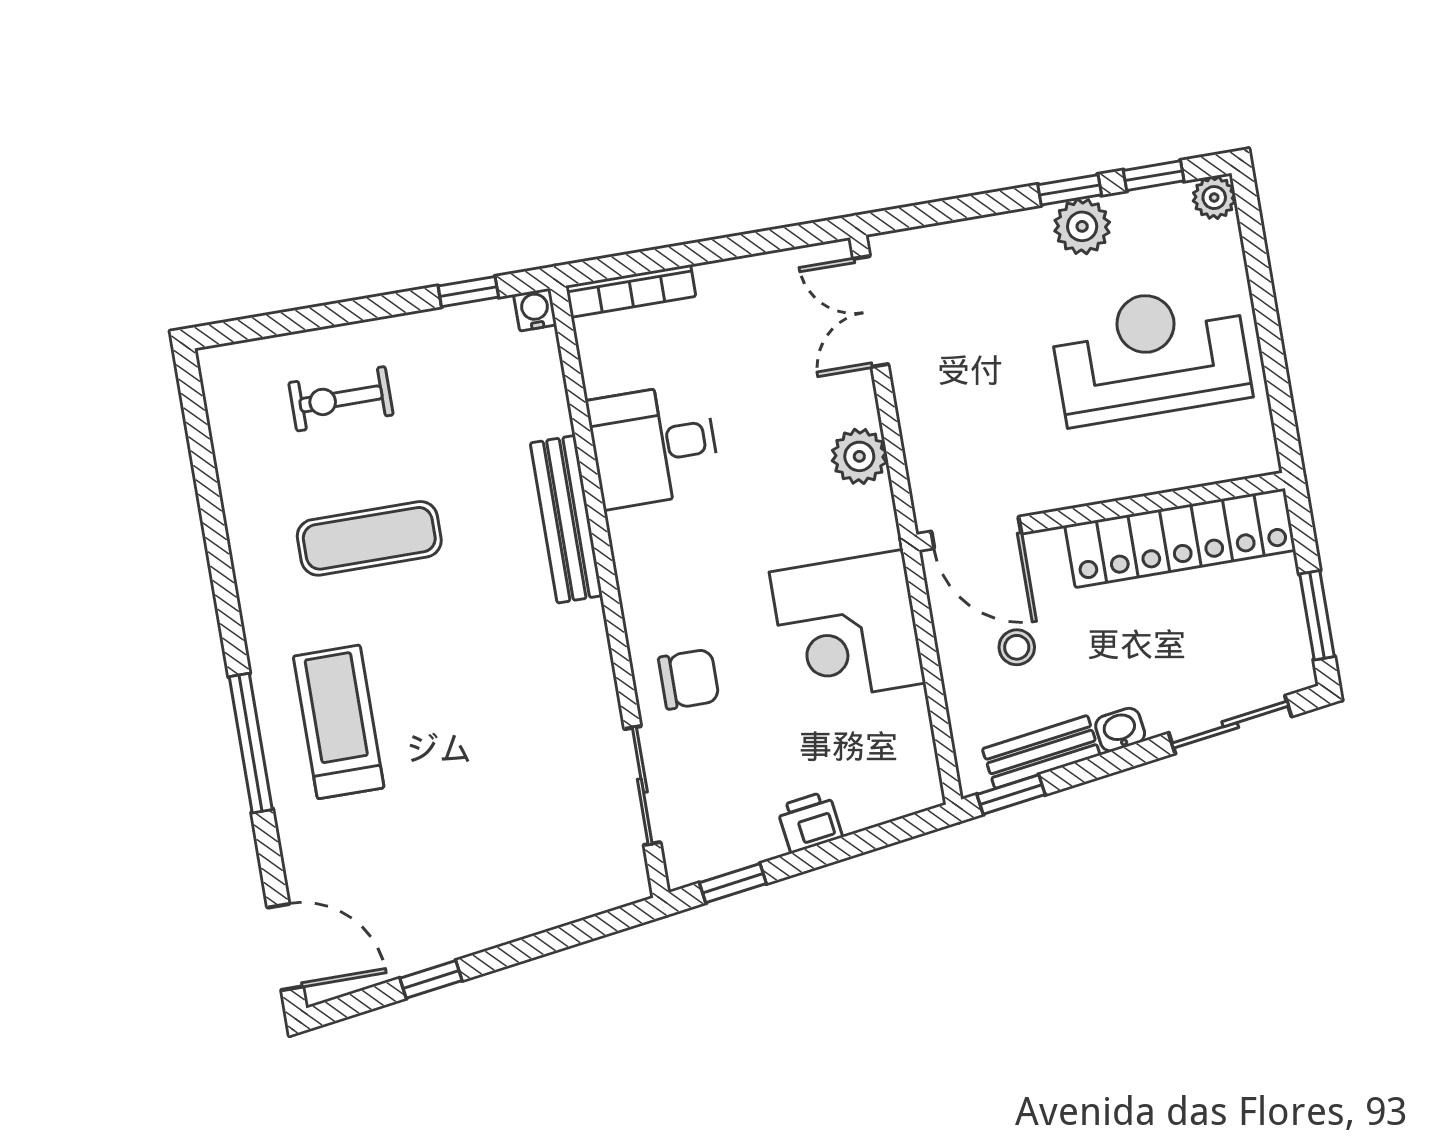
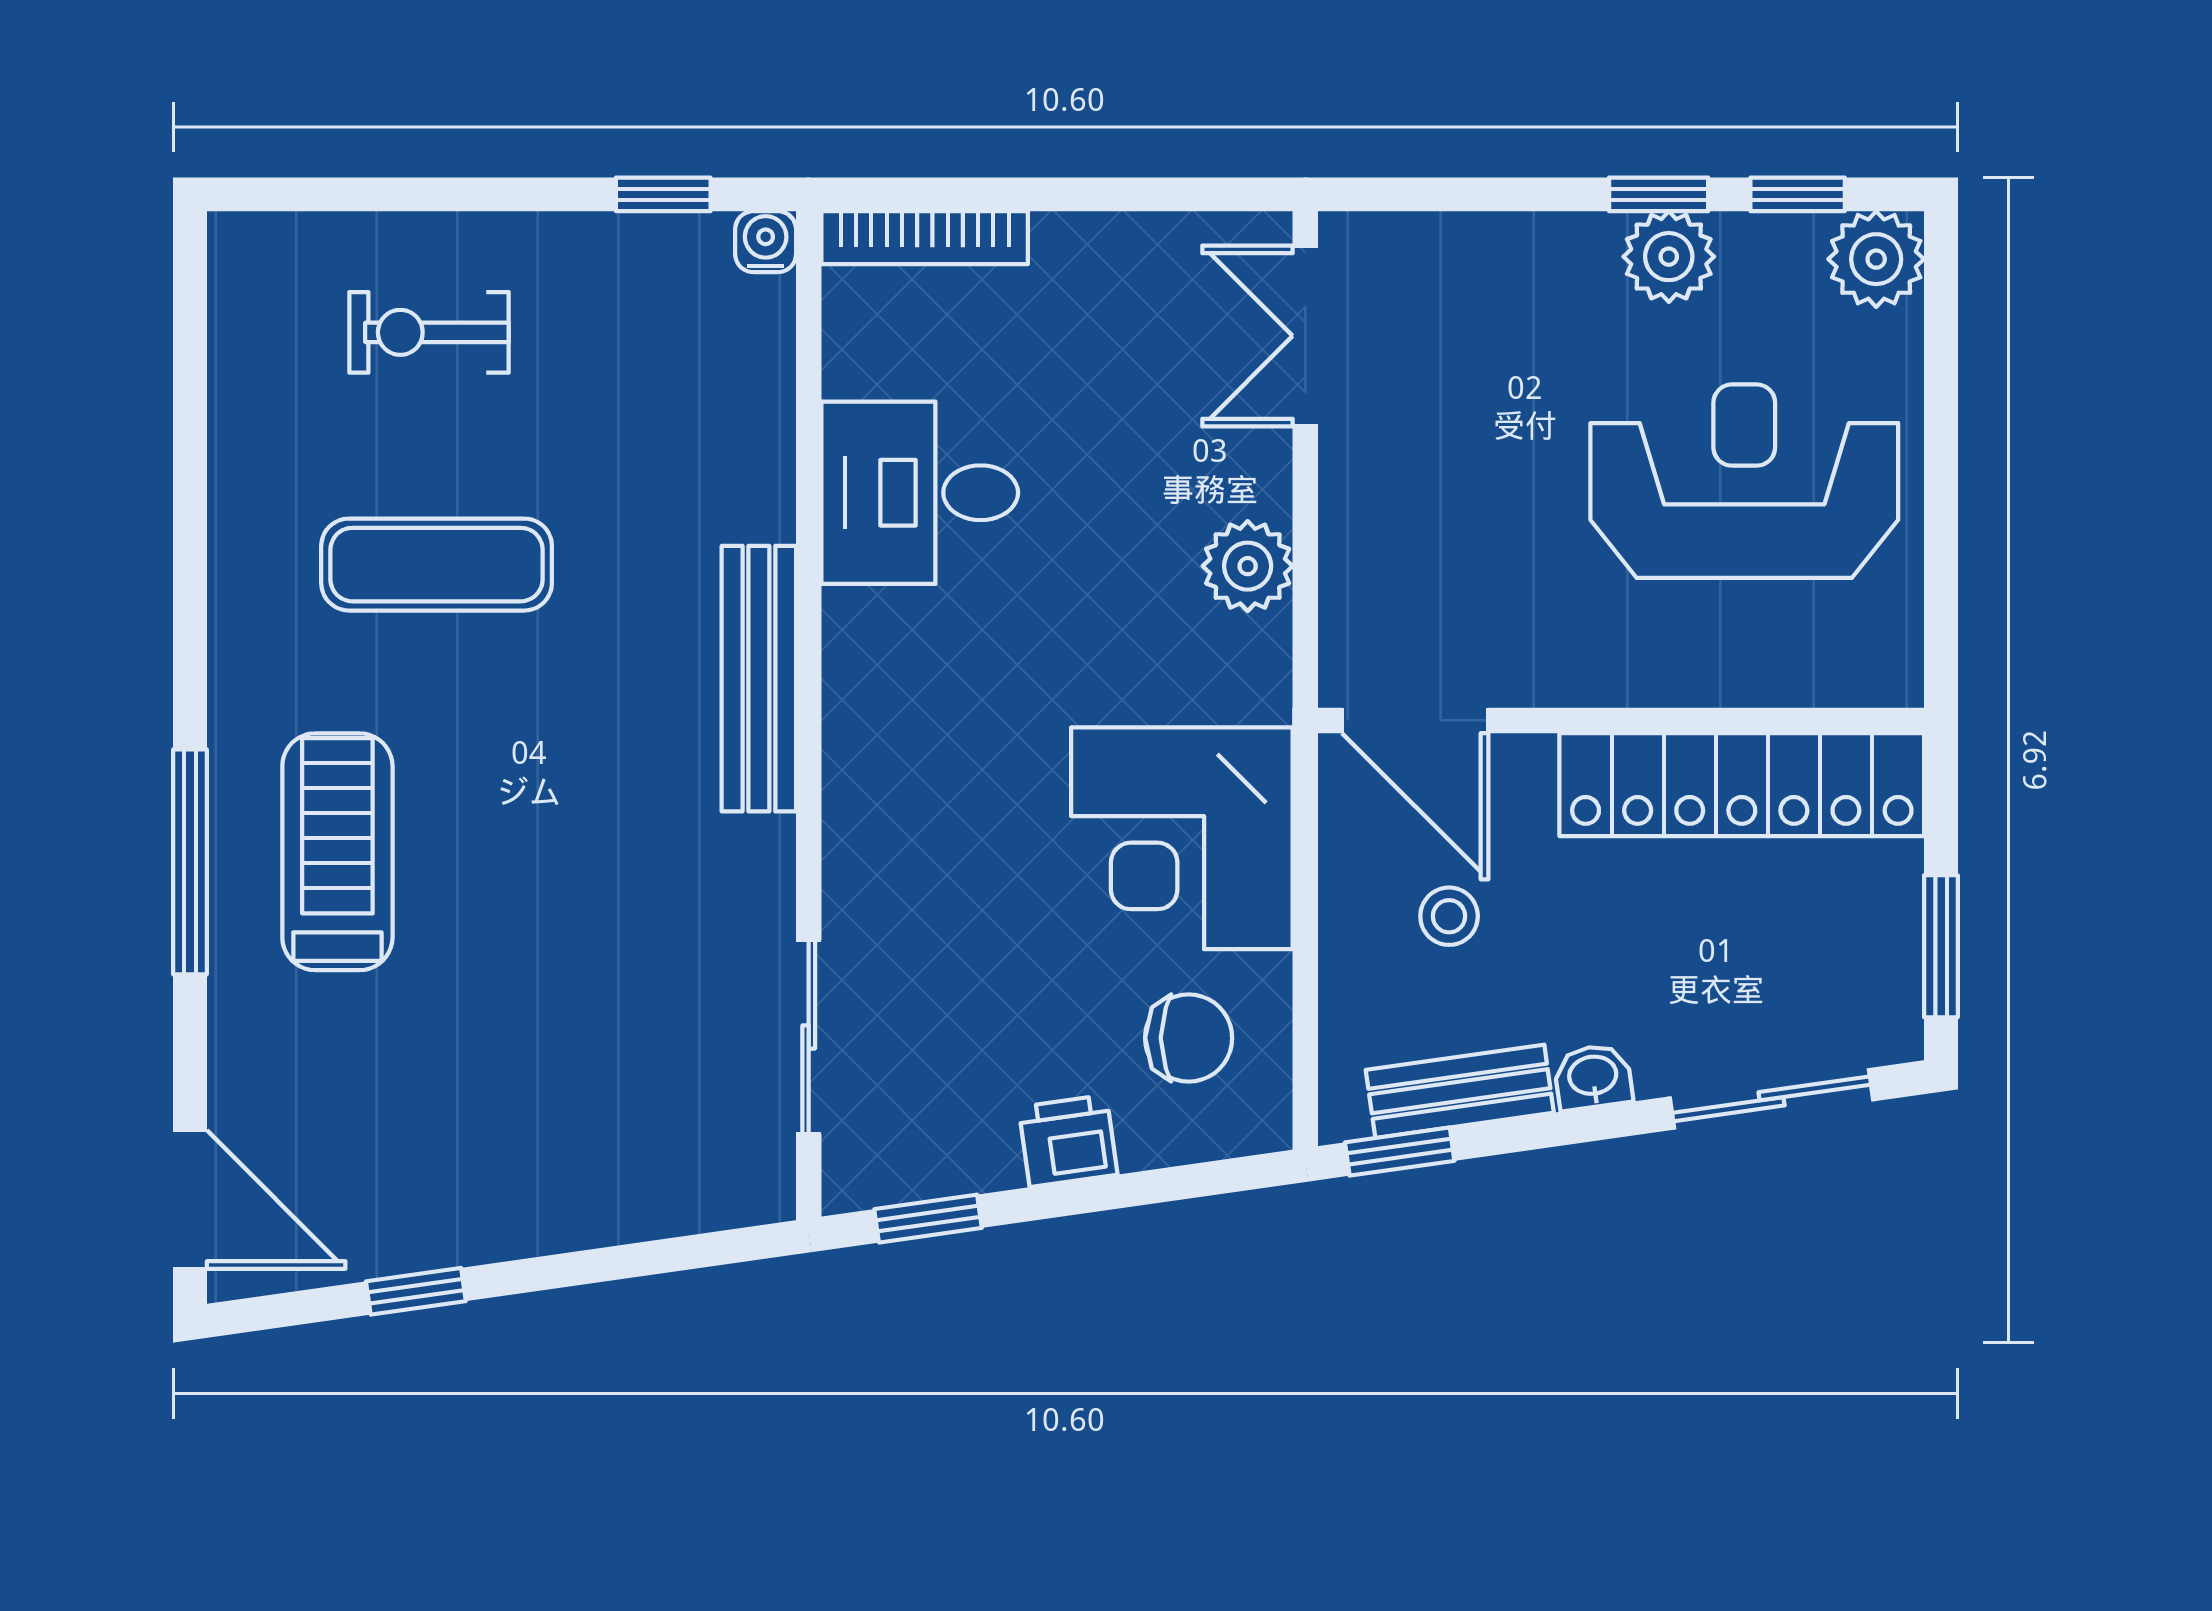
plant: (1214, 198) -> (1876, 259), width x1.38, depth x1.38
bench: (566, 519) -> (759, 679), moved
chair: (689, 679) -> (1189, 1038), moved

